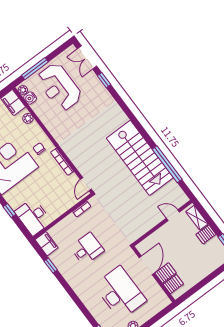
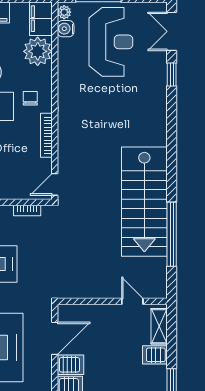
reception desk: (59, 87) -> (111, 42), turned 180
plant: (28, 118) -> (38, 51), width x1.88, depth x1.88

